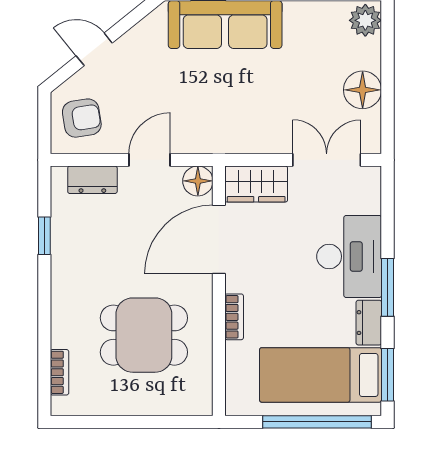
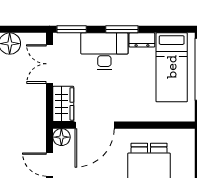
door: (219, 239) -> (95, 125), hinge flipped
bookcase: (234, 317) -> (139, 116), removed
window: (388, 375) -> (72, 29), moved

